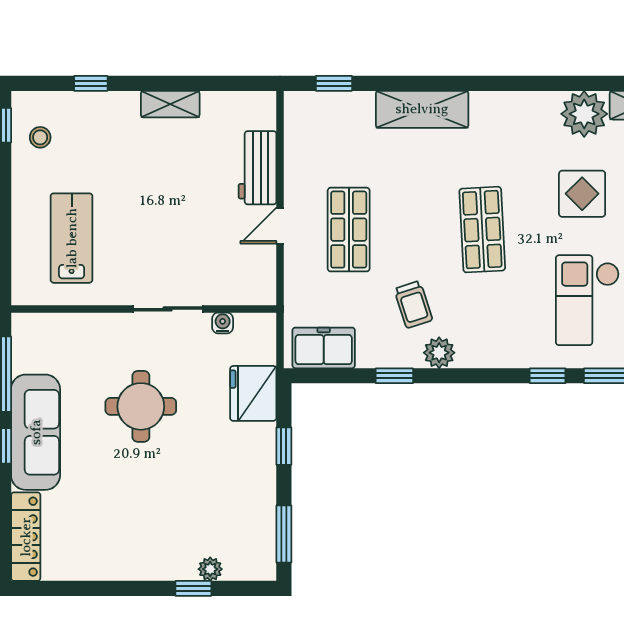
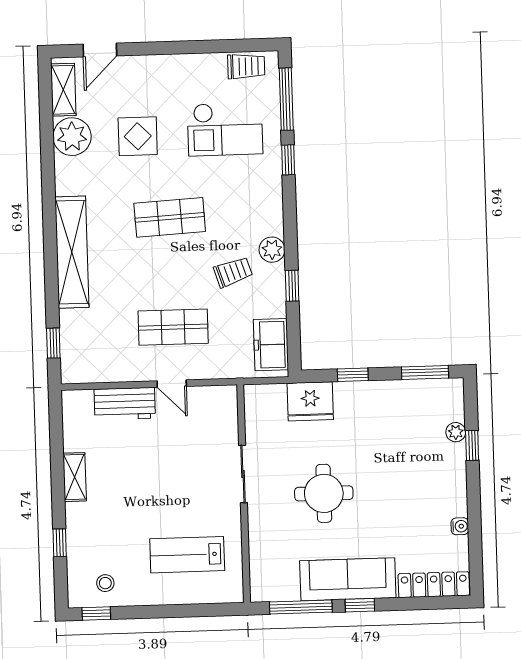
shelving: (422, 109) -> (72, 252), width x1.47
water cooler: (223, 323) -> (460, 526), moved, turned 180

